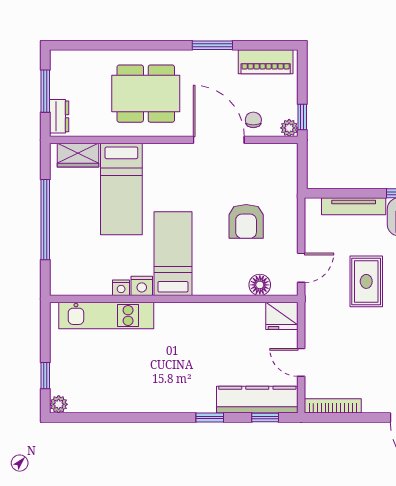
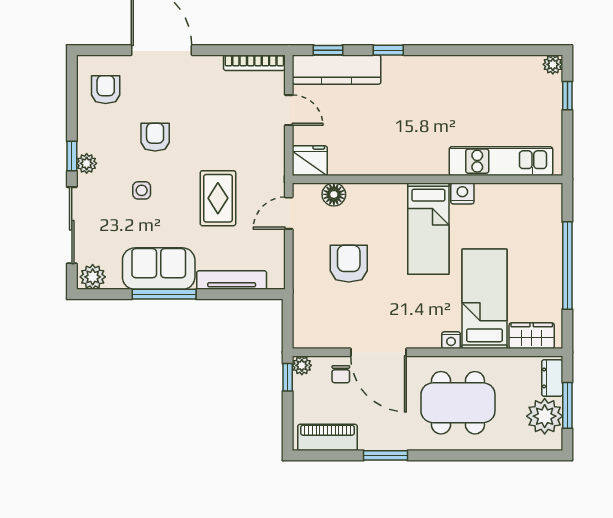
plant: (66, 81) -> (545, 416), added
nightstand: (121, 288) -> (451, 340), moved, turned 180

